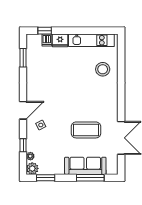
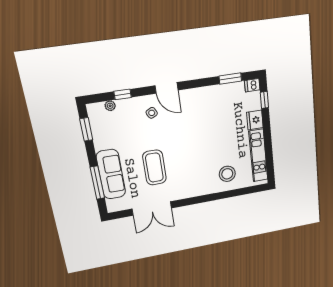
dishwasher: (47, 40) -> (252, 85), moved
plant: (32, 168) -> (95, 111), removed

